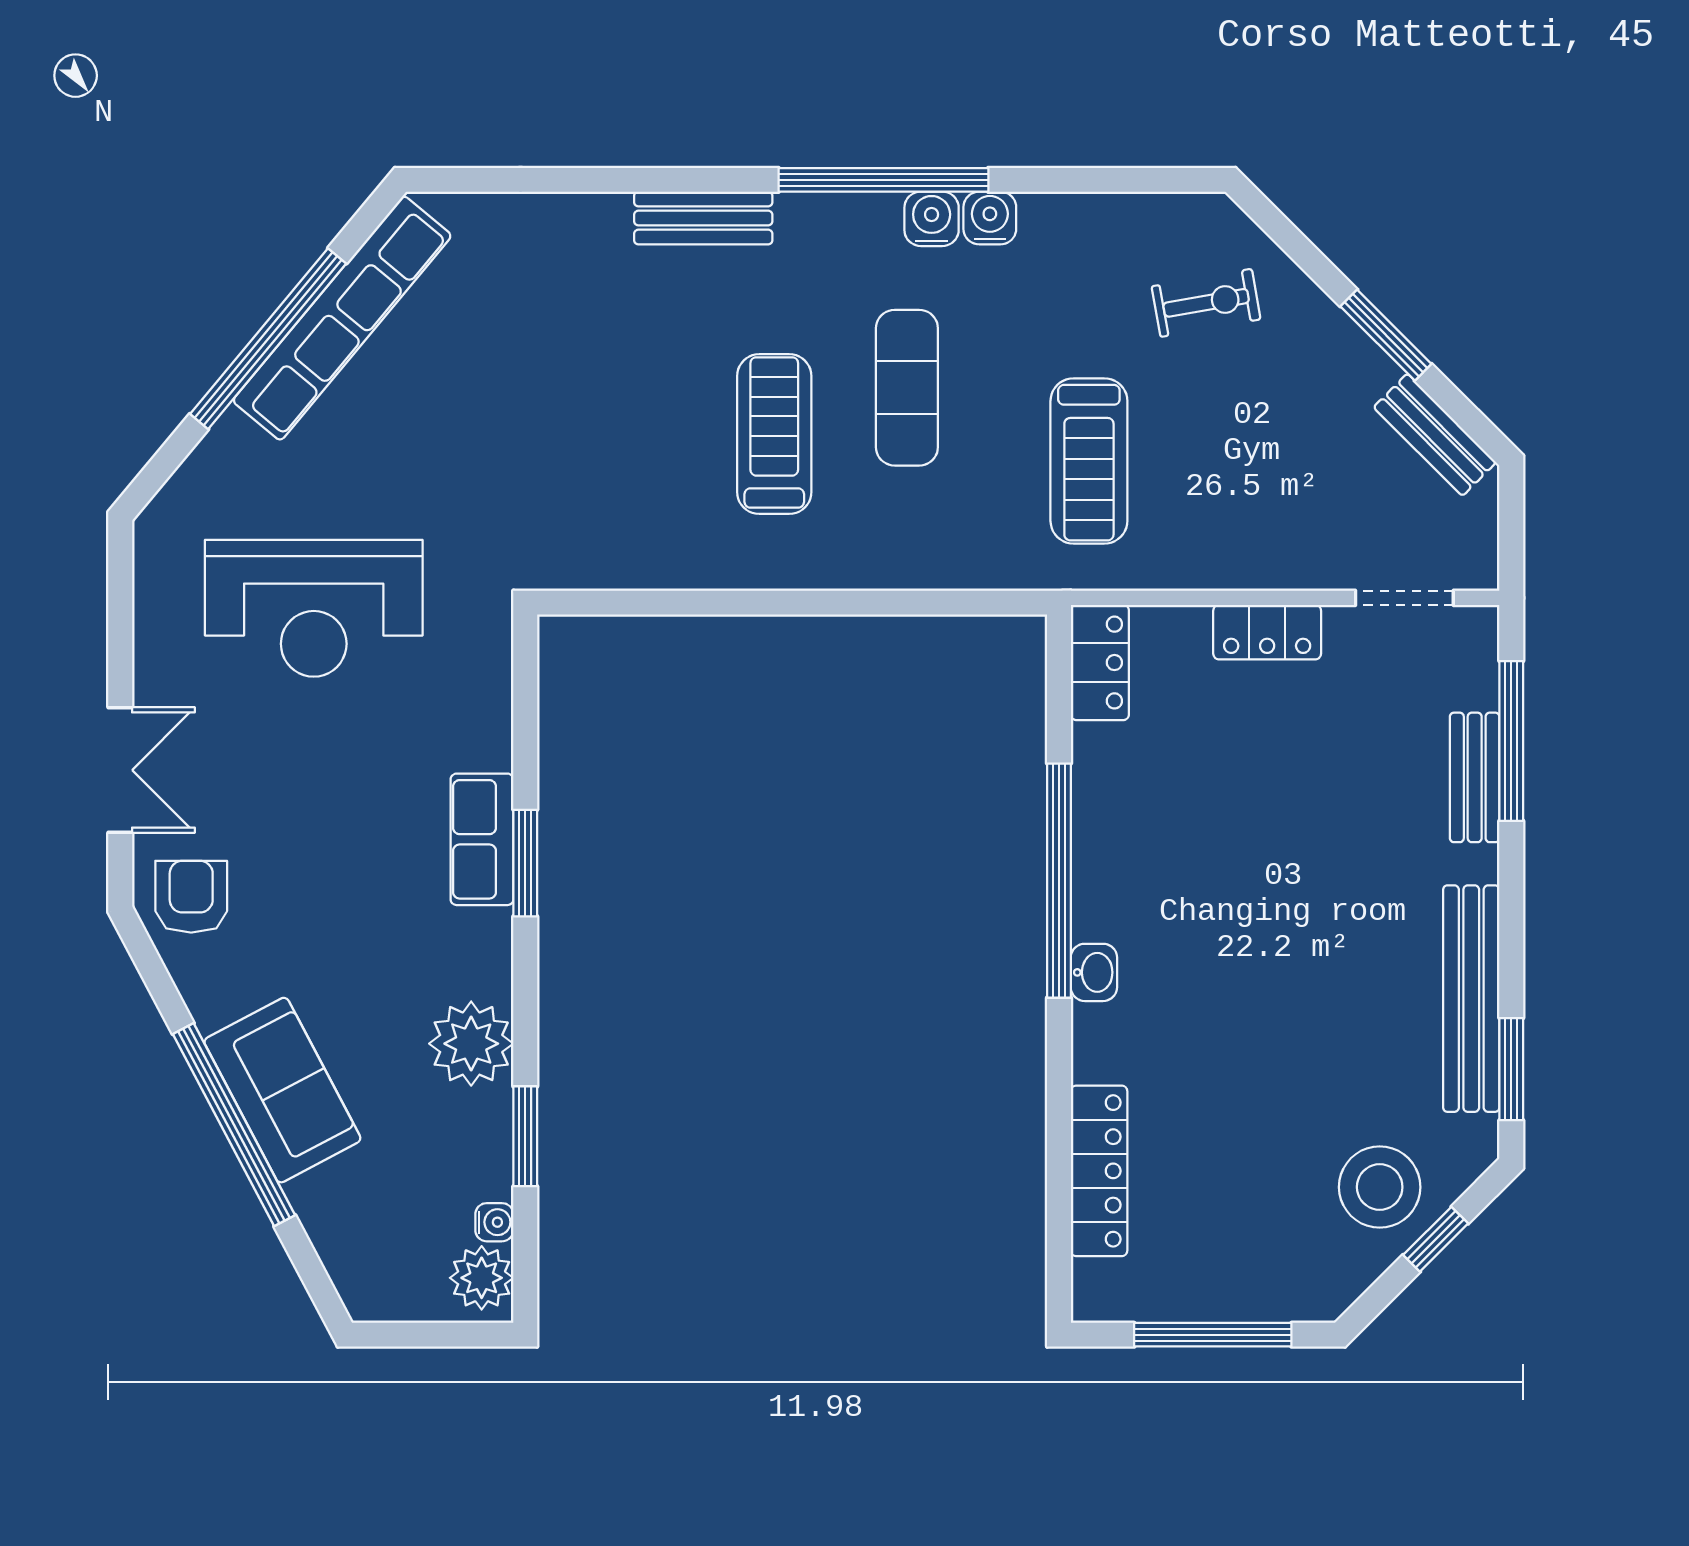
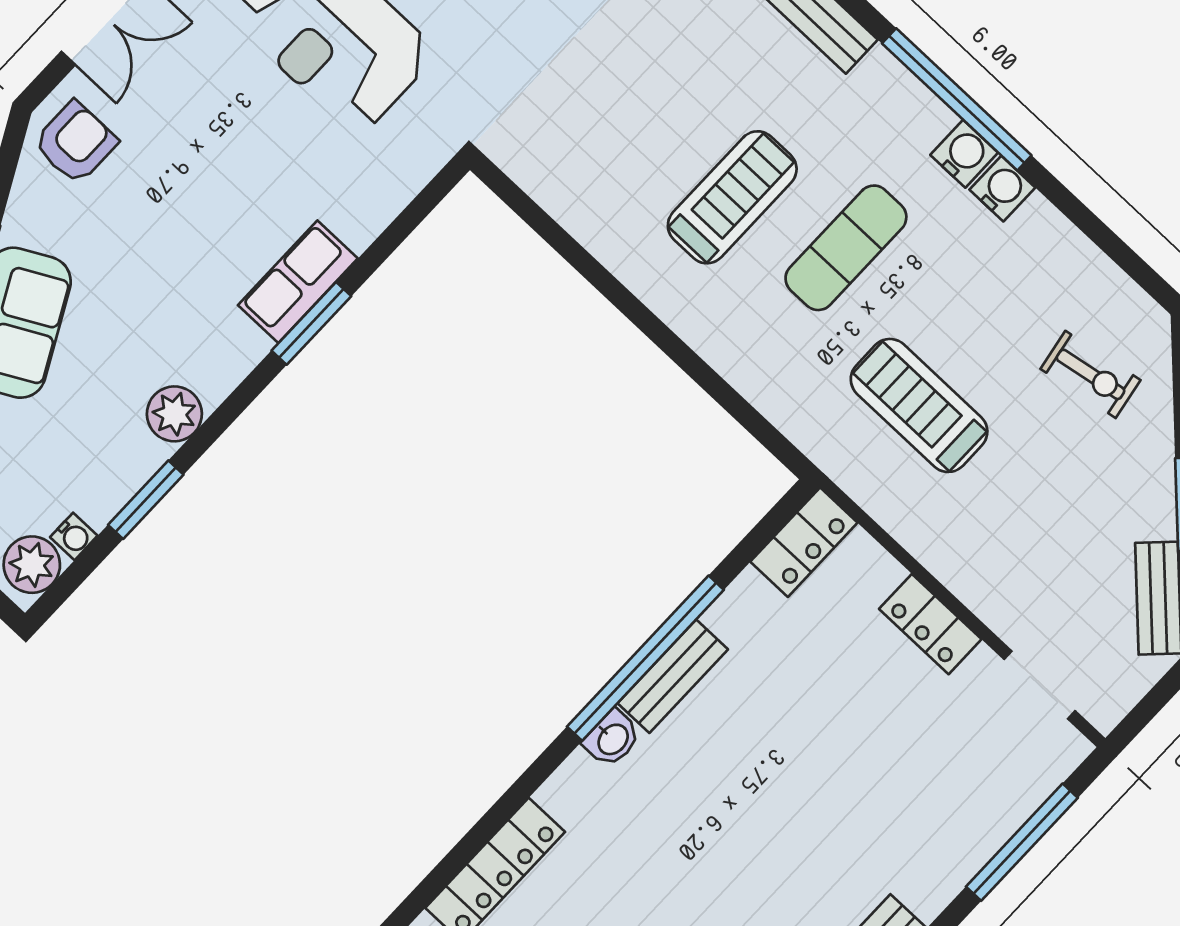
treadmill: (1089, 461) -> (919, 405), turned 90
bench: (1475, 777) -> (673, 676), moved
plant: (471, 1044) -> (174, 414), width x0.73, depth x0.73

